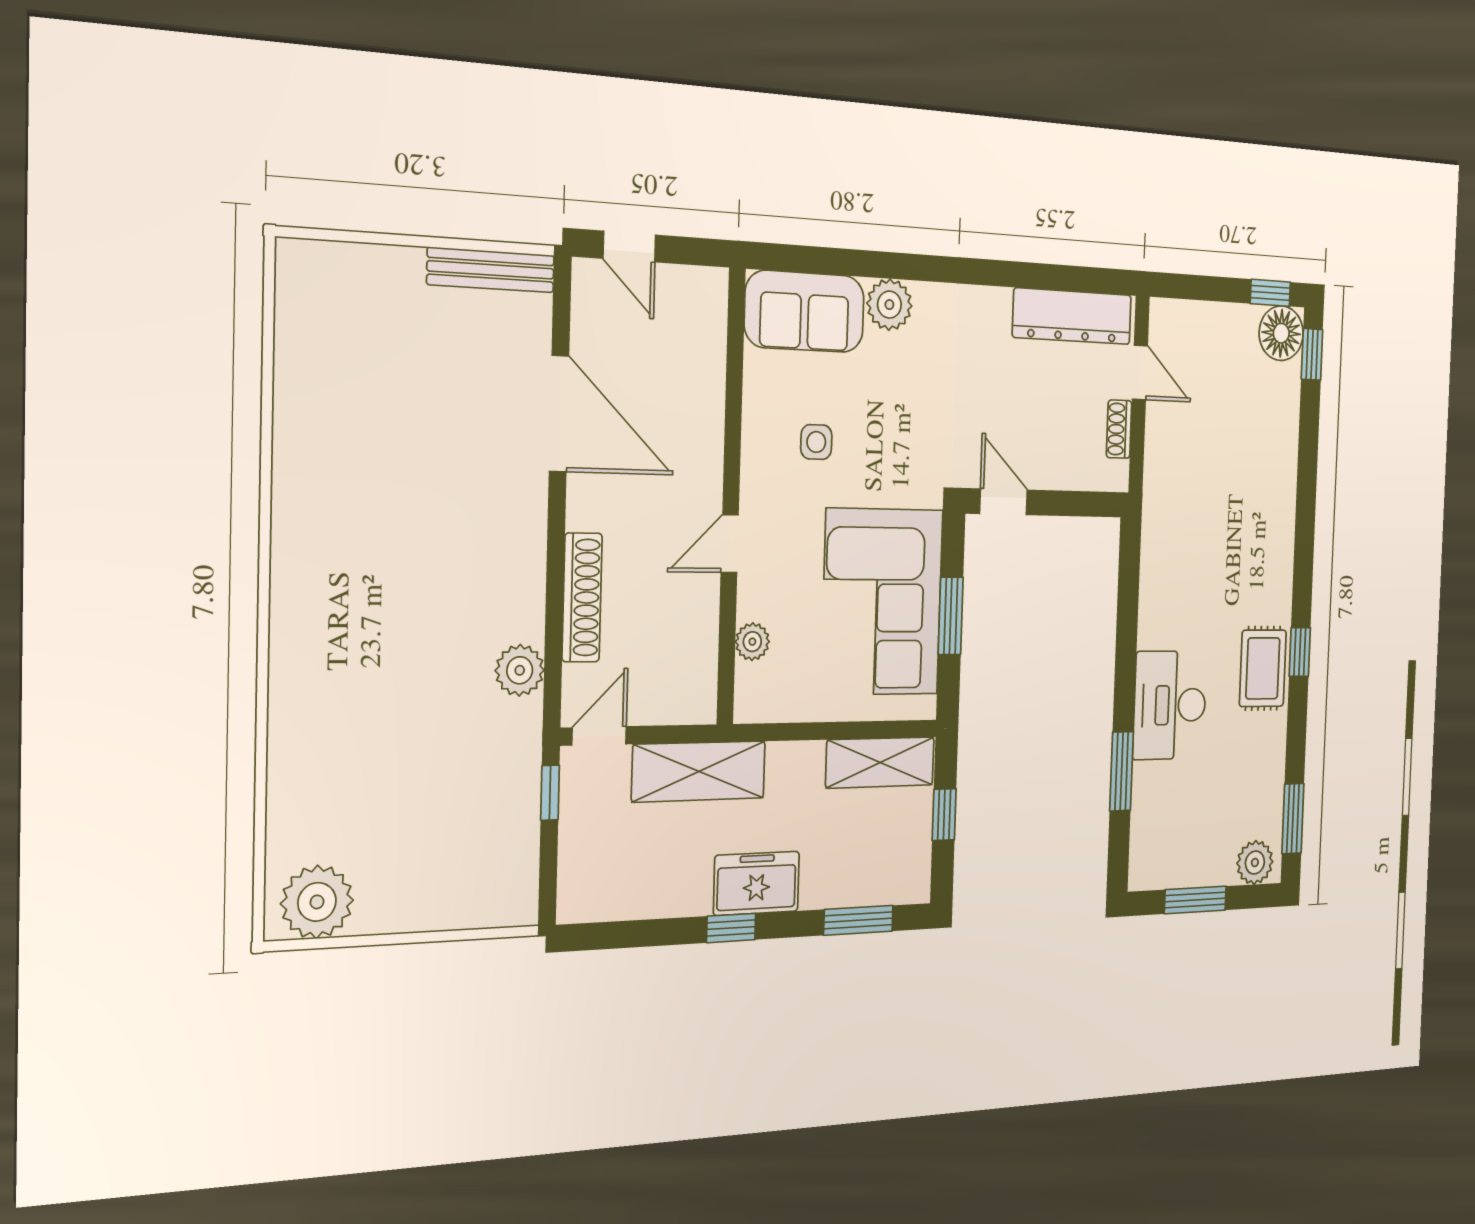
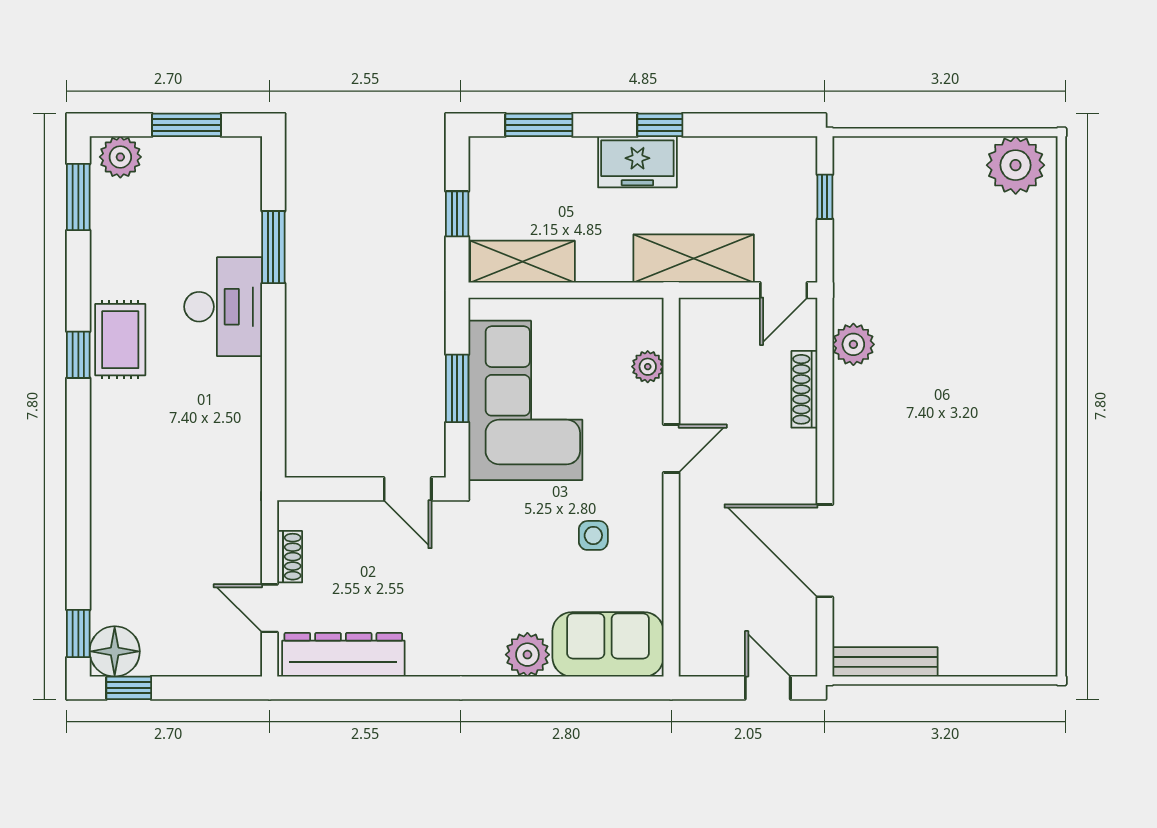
shoe rack: (582, 597) -> (804, 389), width x0.74, depth x0.81
window: (550, 793) -> (825, 197), moved

